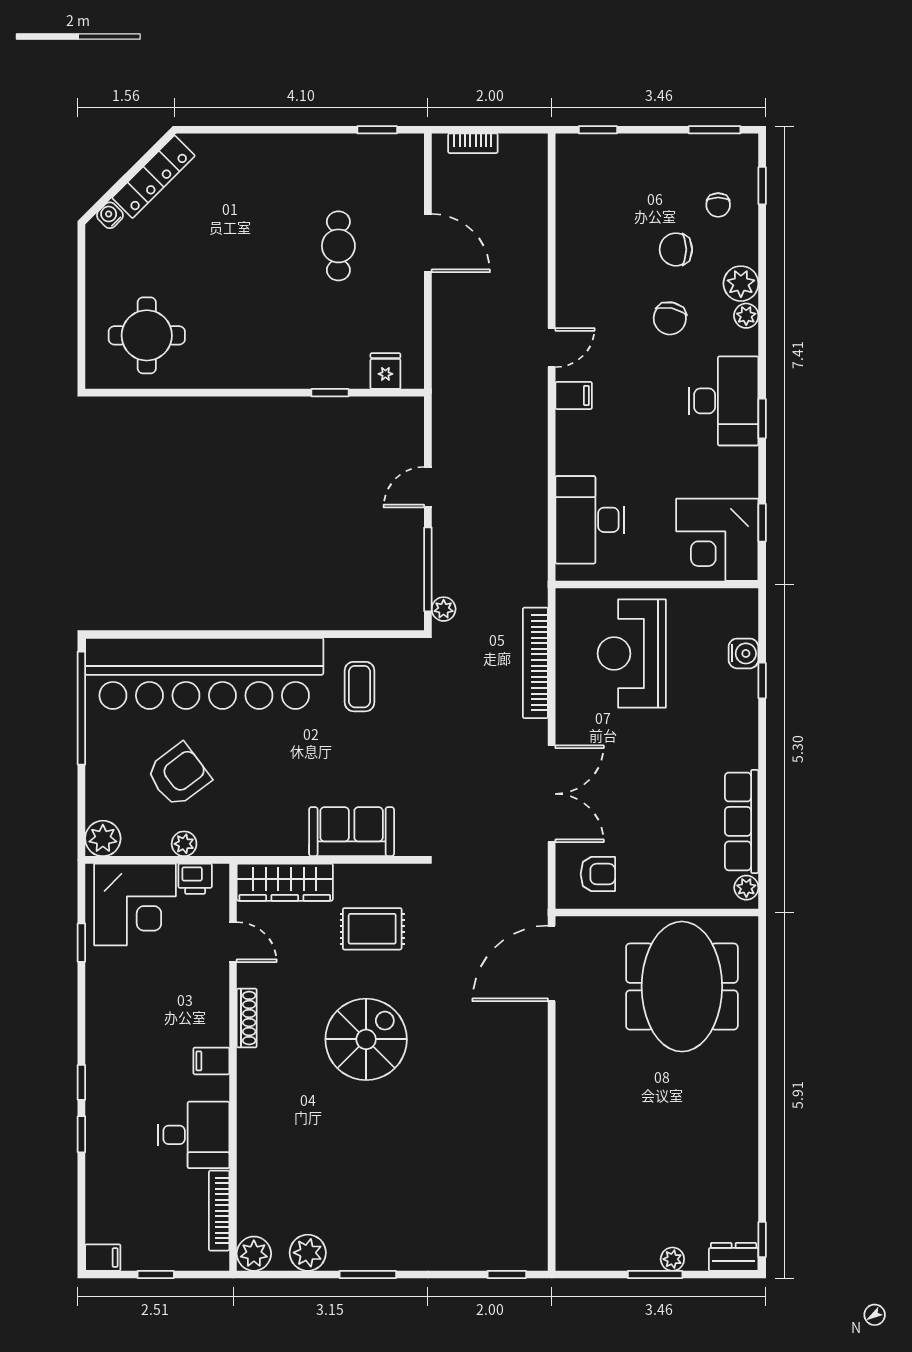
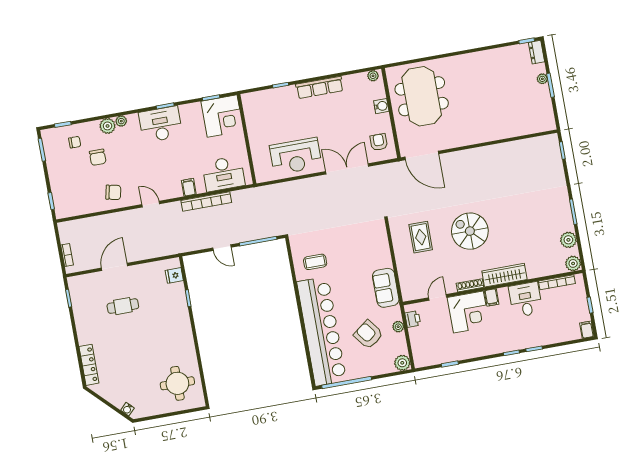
locker: (153, 177) -> (89, 365), moved, turned 45
chair: (670, 318) -> (113, 192), moved
filing cabinet: (574, 396) -> (189, 187), moved
plant: (444, 609) -> (274, 231), removed
water cooler: (743, 653) -> (381, 106), moved, turned 90
reception desk: (632, 654) -> (296, 156), moved
bookcase: (535, 663) -> (206, 202), moved
row of seats: (742, 821) -> (320, 87), moved
sofa: (352, 832) -> (386, 288), moved
wardrobe: (285, 882) -> (504, 275), moved, turned -90
corner desk: (135, 904) -> (468, 312), moved, turned 90
meeting table: (682, 987) -> (422, 96), turned 90

